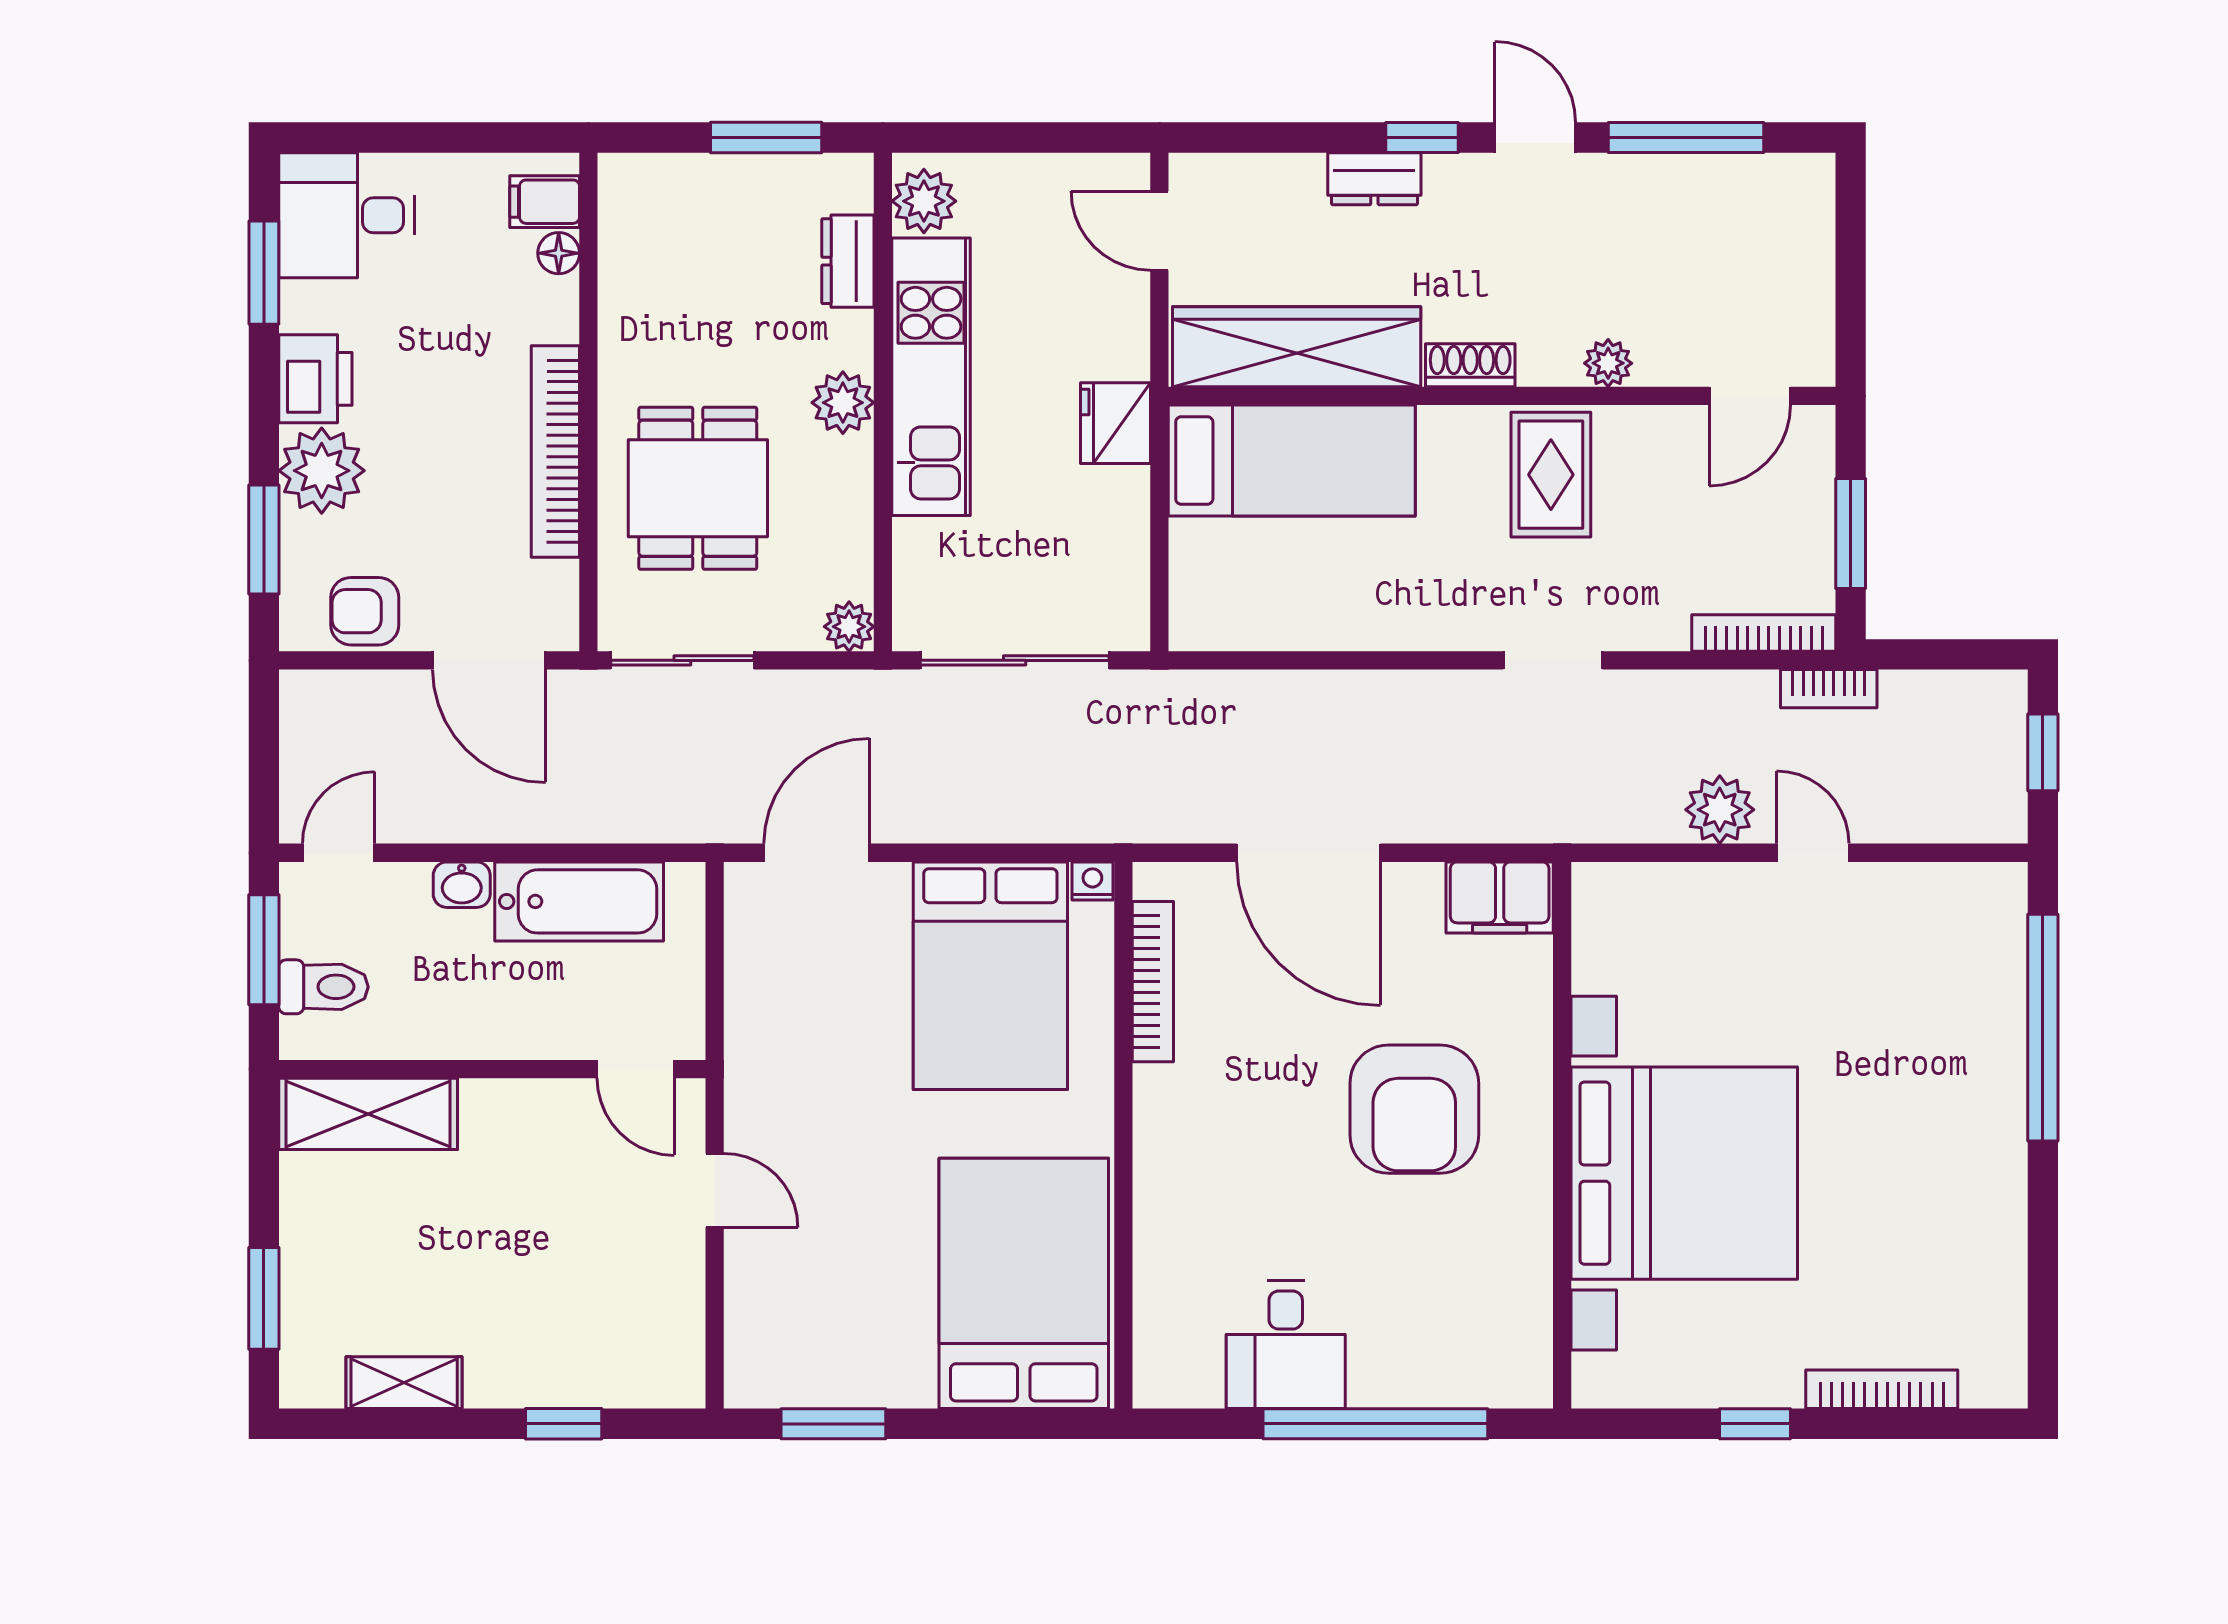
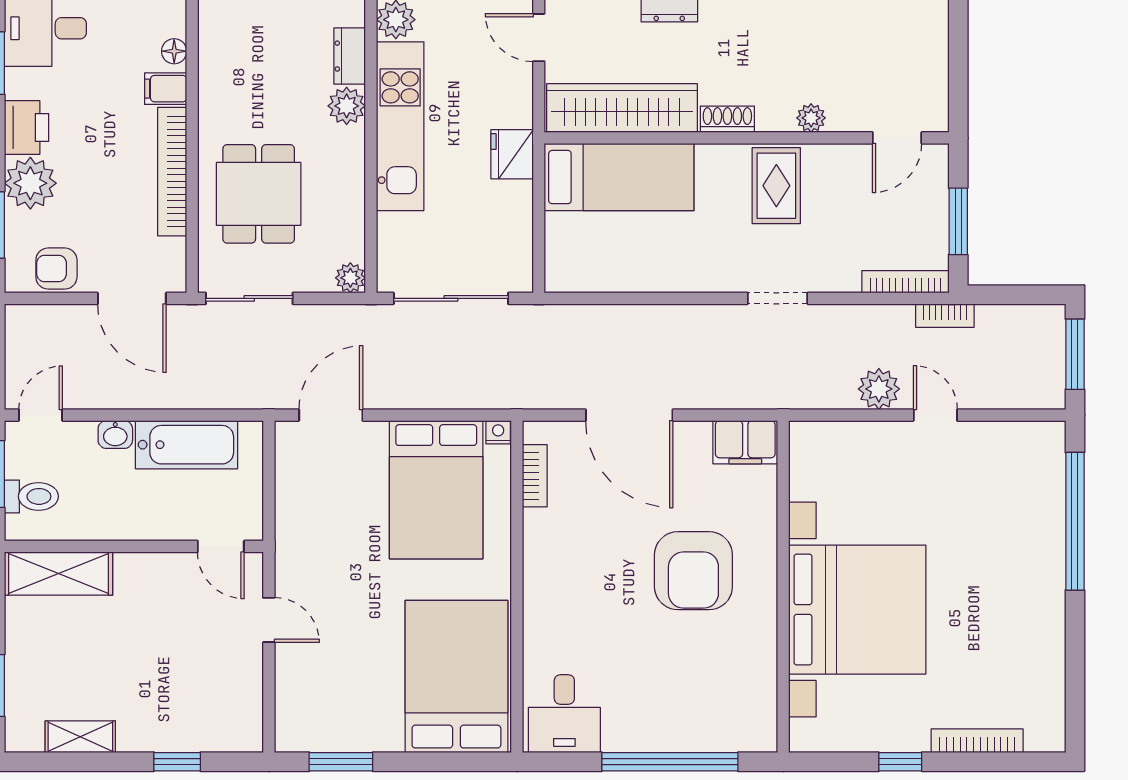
filing cabinet: (545, 202) -> (166, 89), moved
plant: (843, 403) -> (347, 106), moved
window: (2043, 752) -> (1075, 354), width x1.50
bookcase: (1153, 982) -> (535, 476), width x0.64
desk: (1286, 1345) -> (564, 714), moved

